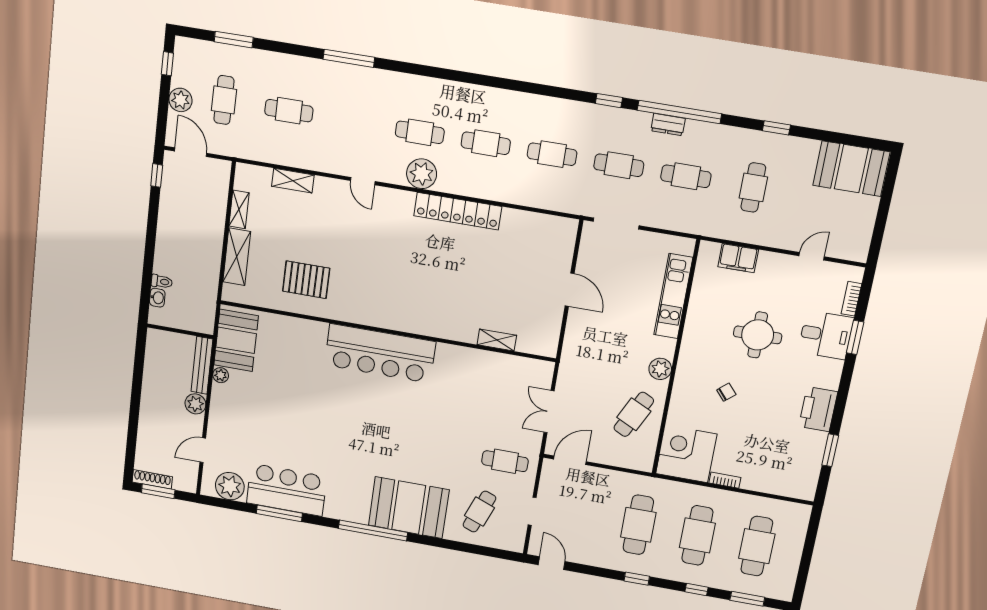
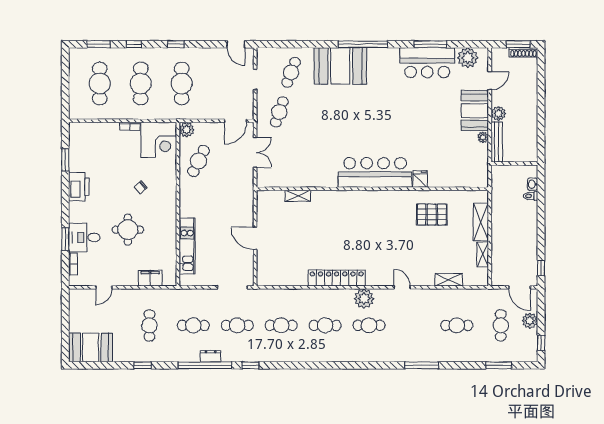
fridge: (317, 333) -> (420, 179), added
booth: (236, 340) -> (475, 111), moved
plant: (660, 369) -> (187, 130), moved
cafe table: (505, 461) -> (279, 112), turned -71

